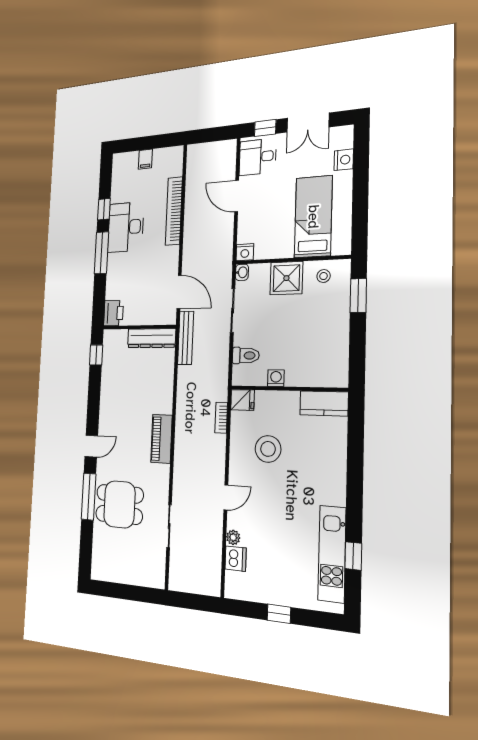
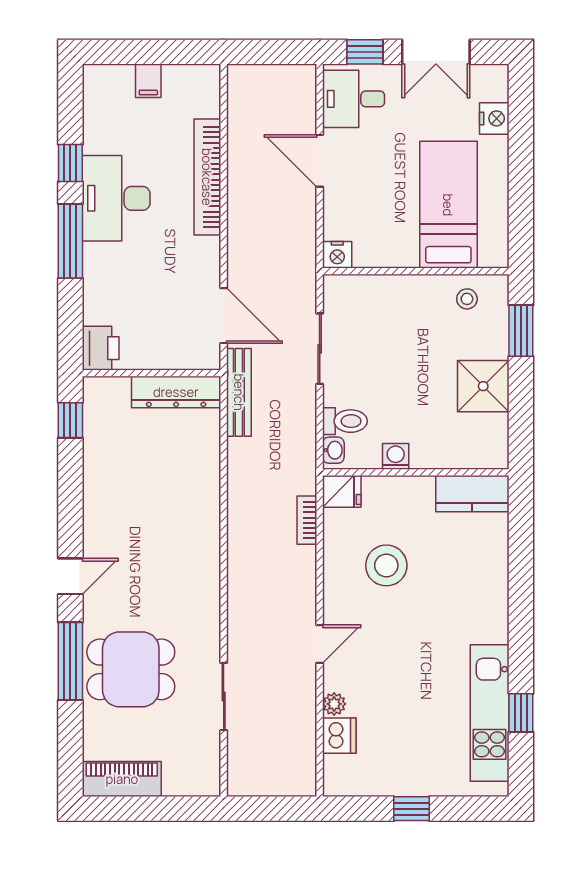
washbasin: (242, 272) -> (333, 450), moved
shower: (286, 278) -> (483, 386), moved
piano: (161, 439) -> (122, 779), moved, turned 90

